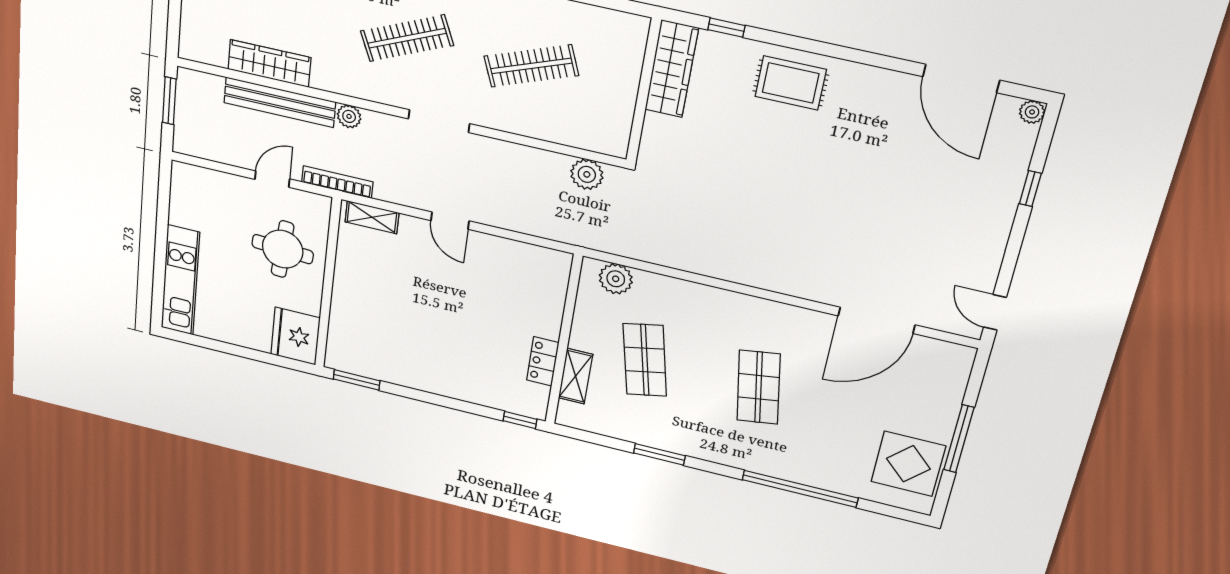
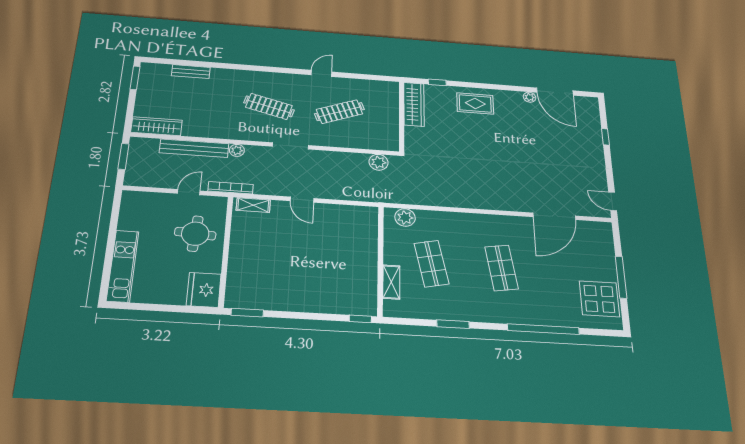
clothes rail: (407, 38) -> (269, 106), turned 39
wardrobe: (269, 63) -> (157, 126), moved
plant: (1032, 112) -> (530, 97), moved
locker: (543, 361) -> (369, 276), removed

